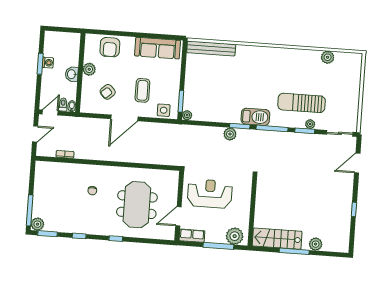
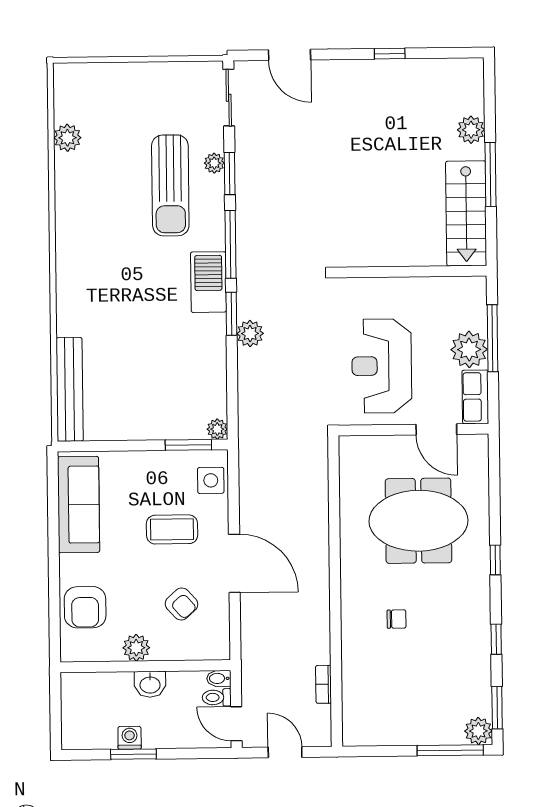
armchair: (110, 47) -> (85, 607), turned 90
plant: (235, 236) -> (469, 349), moved

